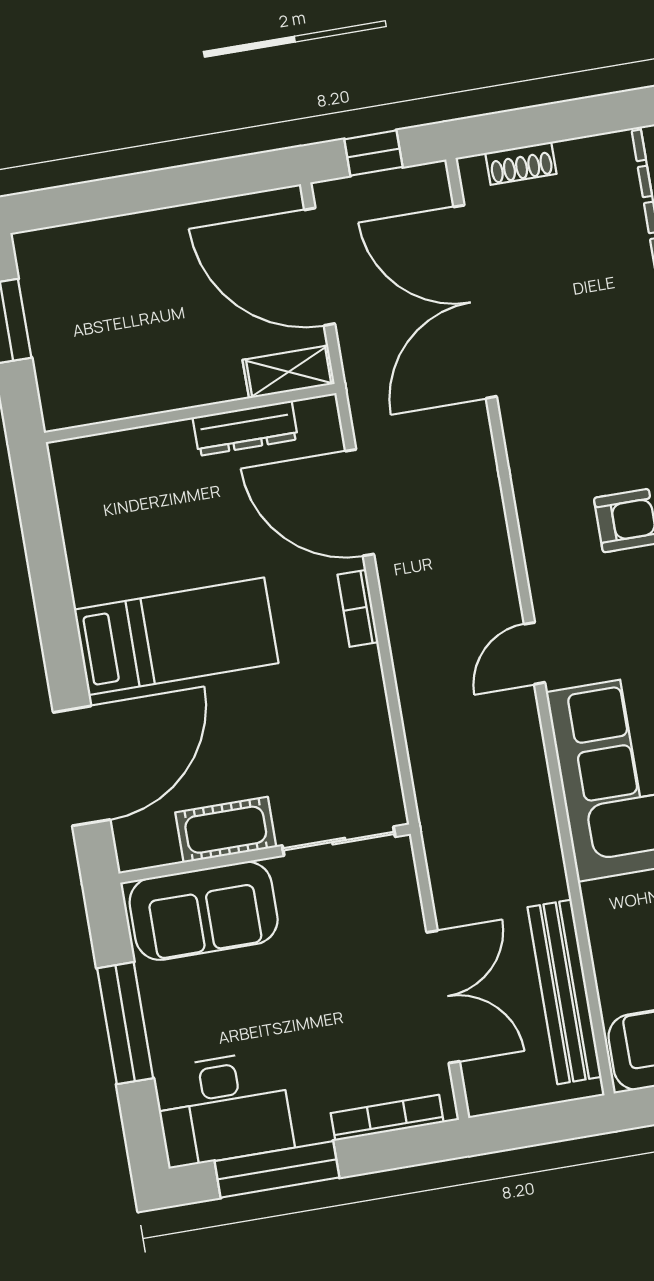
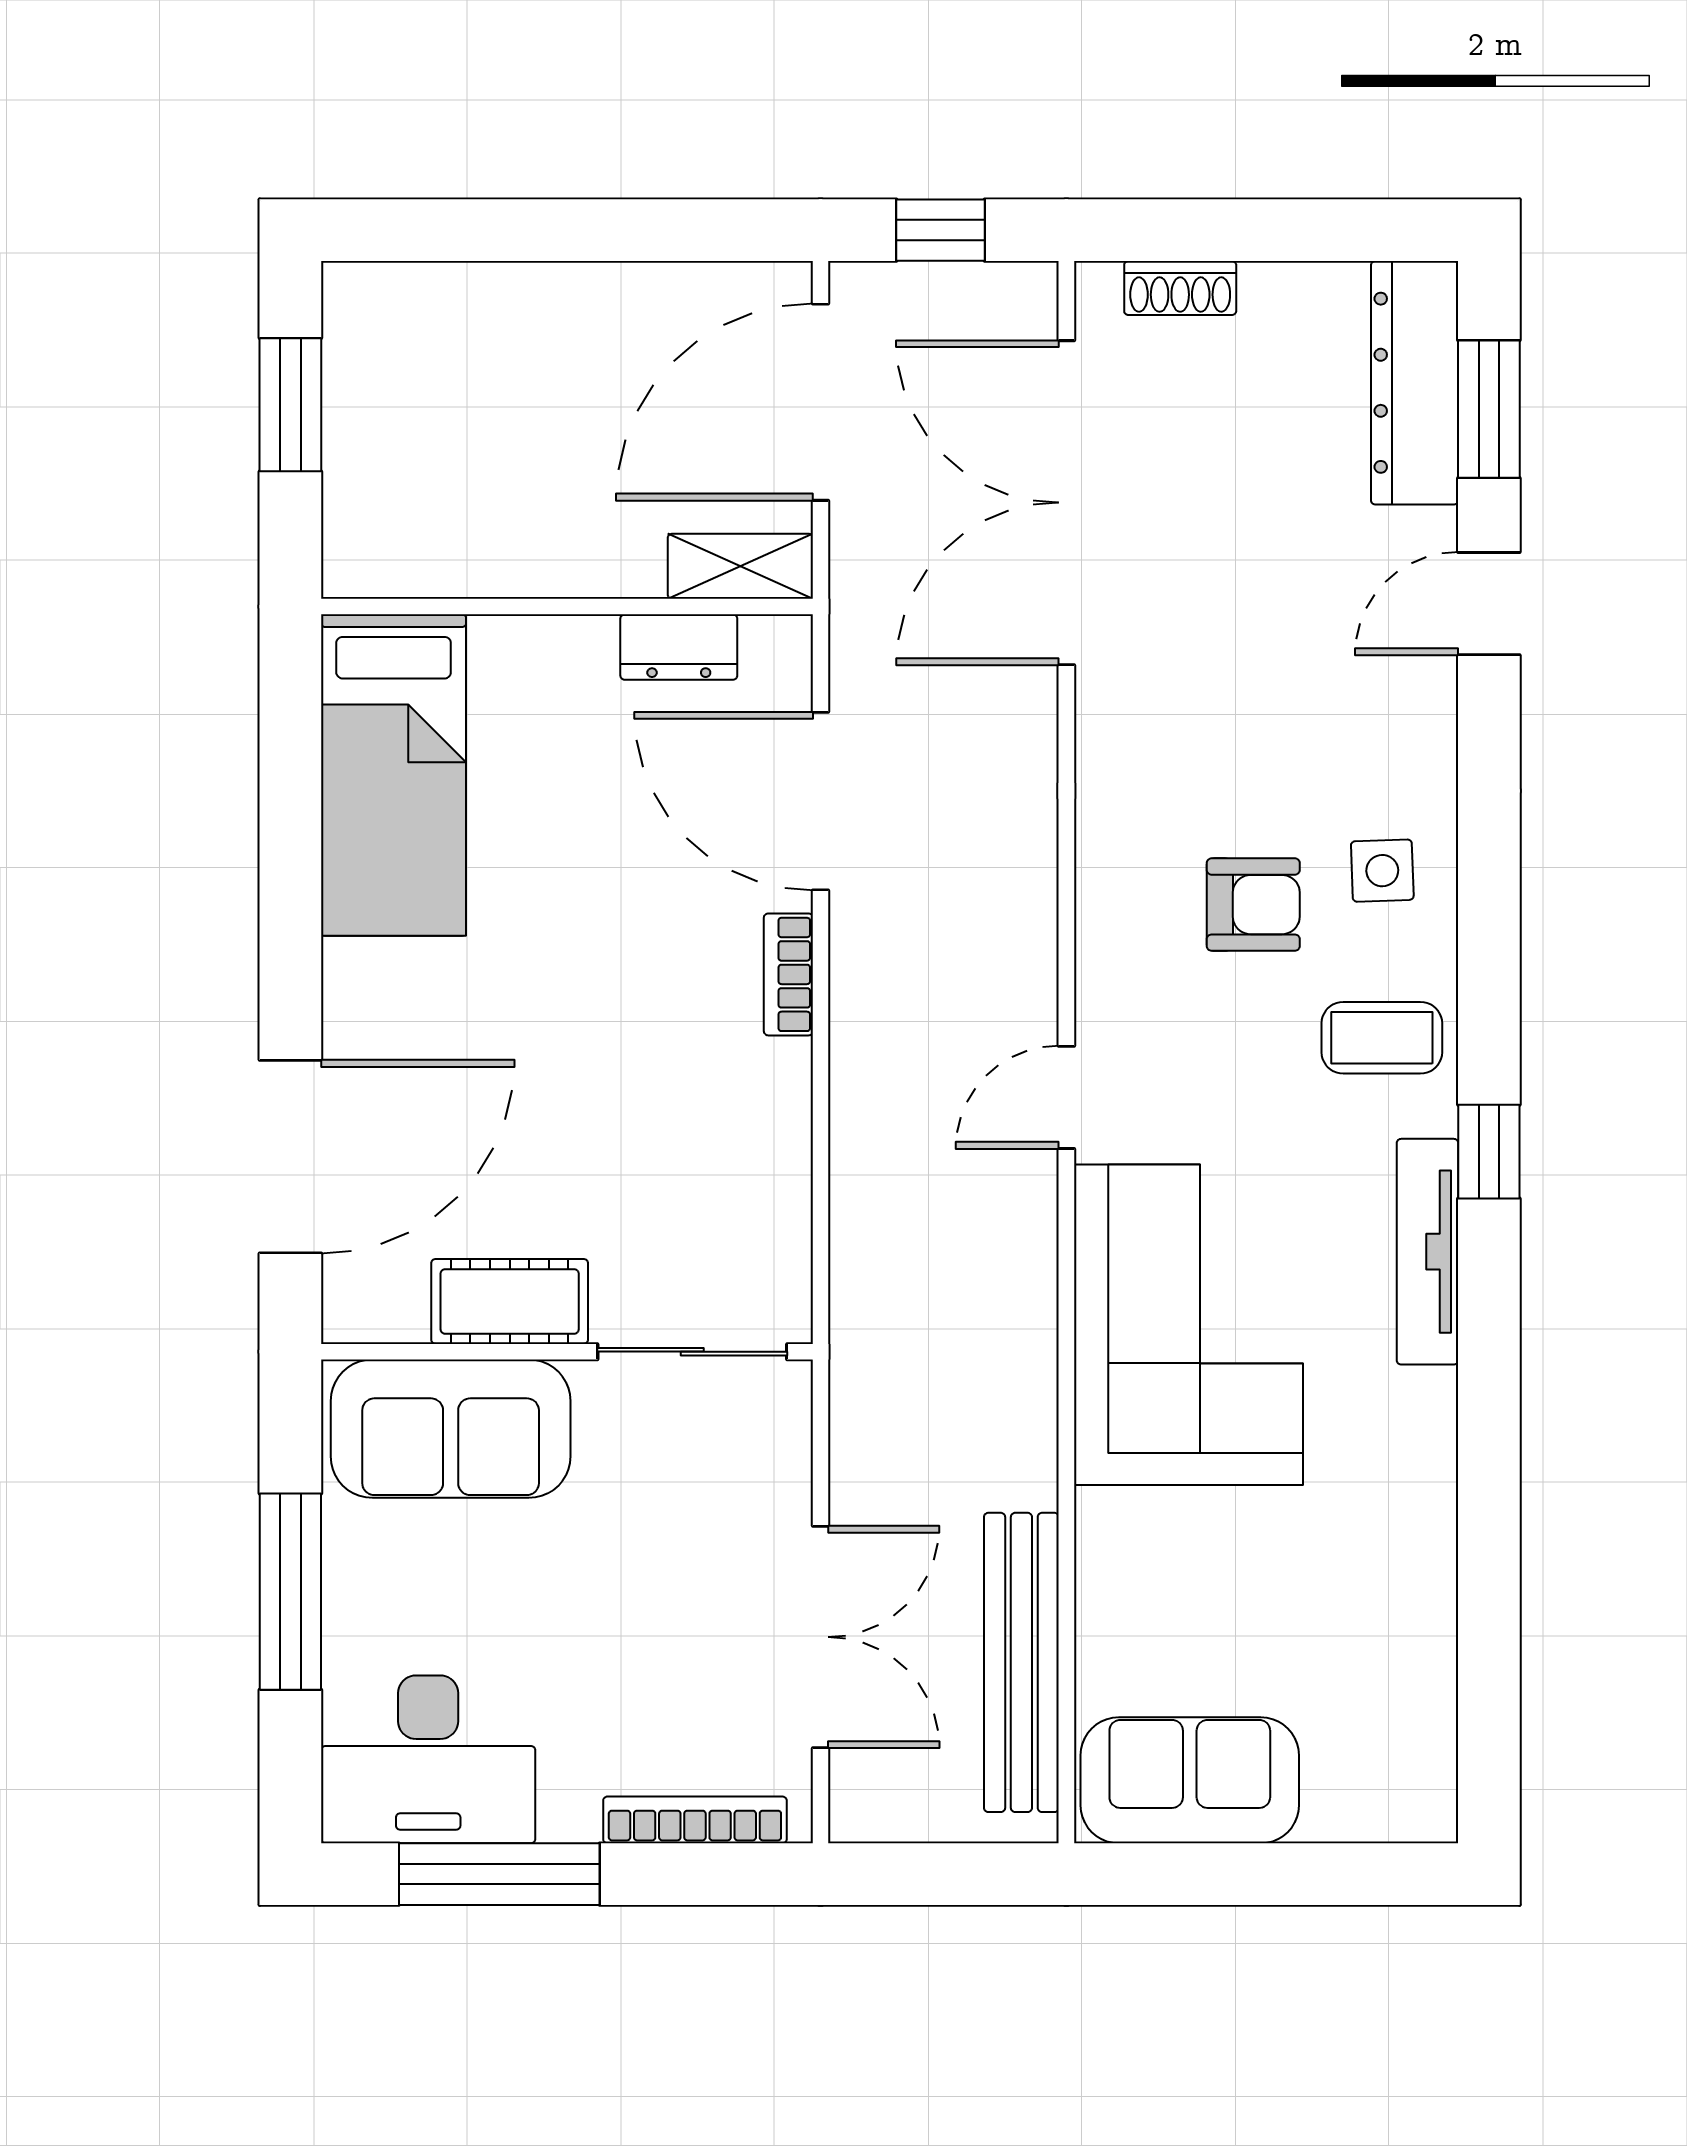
door: (320, 267) -> (821, 402), hinge flipped
dresser: (245, 428) -> (679, 647), width x0.70
bed: (176, 636) -> (394, 775), moved, turned 90

